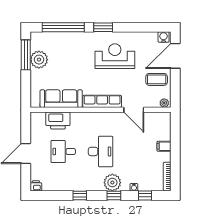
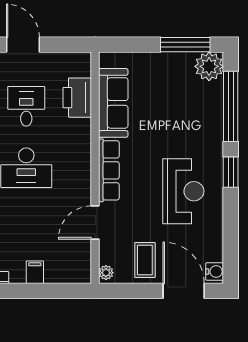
plant: (39, 60) -> (209, 66), moved

